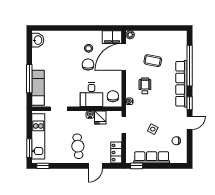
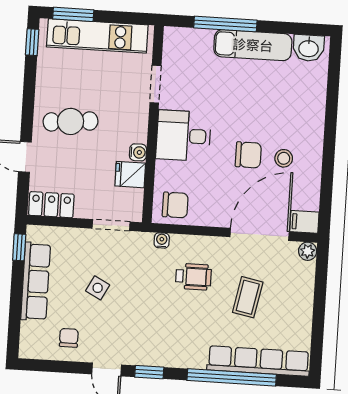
filing cabinet: (112, 37) -> (304, 222), width x0.50
door: (124, 57) -> (260, 234), hinge flipped
row of seats: (181, 84) -> (258, 361), moved
exam couch: (38, 88) -> (253, 45), moved
desk: (92, 94) -> (183, 136), moved

